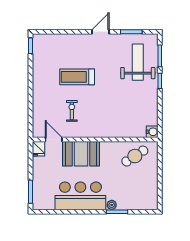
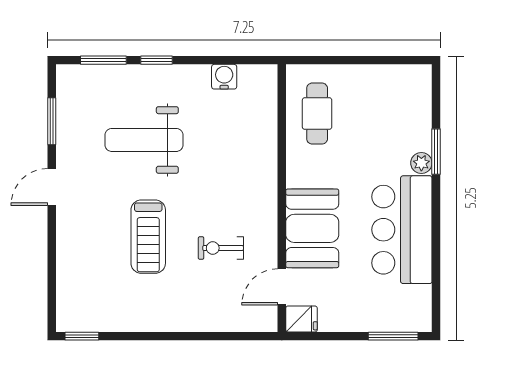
door: (100, 32) -> (52, 187), hinge flipped
weight bench: (138, 62) -> (144, 140), moved
water cooler: (152, 132) -> (224, 77), moved
cafe table: (135, 156) -> (317, 114), turned 33

